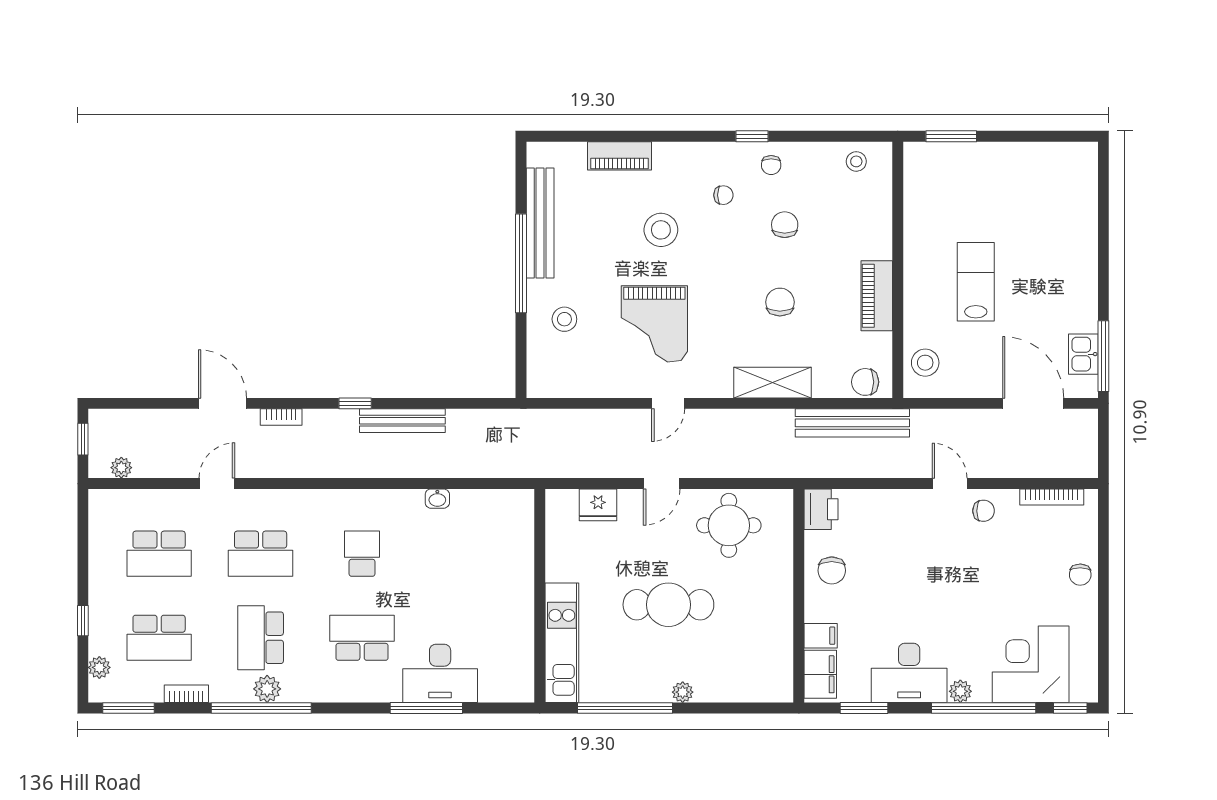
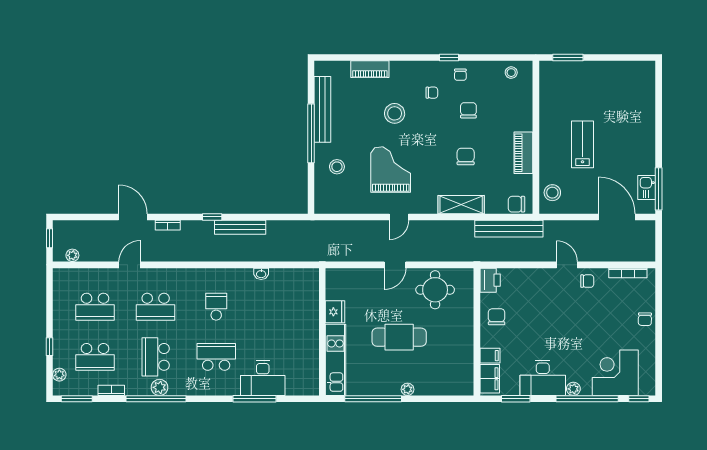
grand piano: (654, 324) -> (391, 170), turned 180
fridge: (598, 505) -> (335, 312), moved, turned -90
chair: (832, 570) -> (497, 317), turned 180

